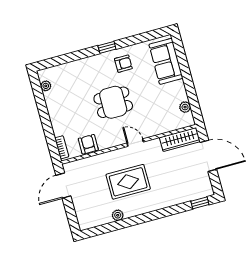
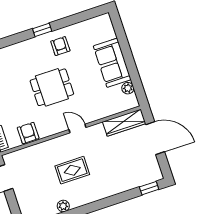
sofa: (166, 61) -> (112, 63), moved
armchair: (123, 64) -> (60, 46), turned -90
rug: (128, 182) -> (72, 170), width x0.73, depth x0.70

